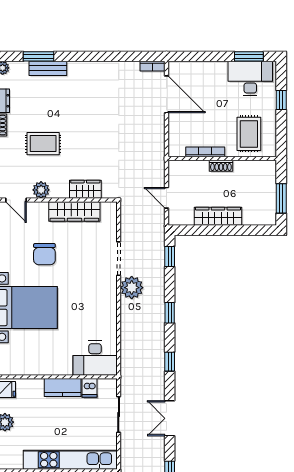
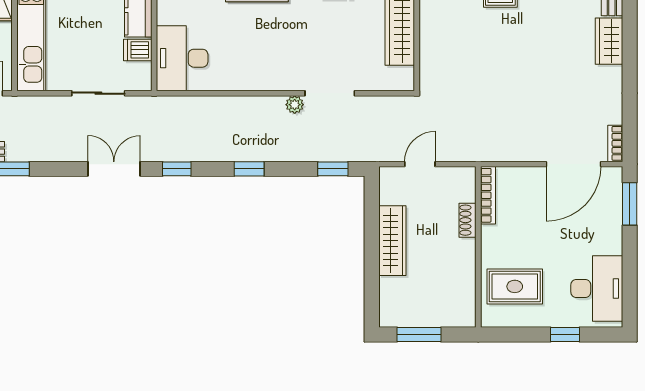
window: (249, 56) -> (630, 204), moved
bookcase: (205, 152) -> (488, 195), moved
shoe rack: (221, 166) -> (468, 220), moved
wardrobe: (85, 189) -> (609, 41), moved, turned 180
plant: (132, 288) -> (295, 105), width x0.53, depth x0.53
double door: (170, 418) -> (114, 169), moved

